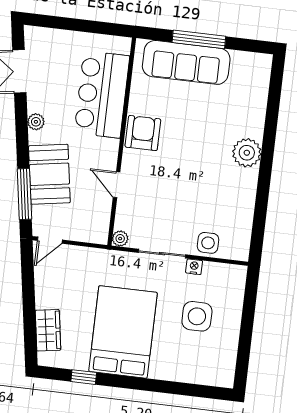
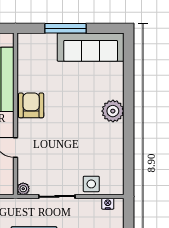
sofa: (186, 62) -> (91, 47), moved
nightstand: (194, 267) -> (108, 204), moved

